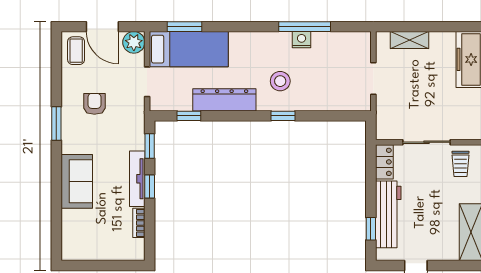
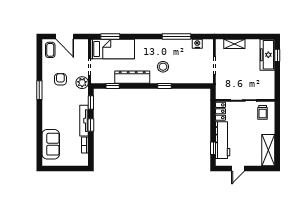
nightstand: (302, 40) -> (197, 44), moved
plant: (134, 42) -> (82, 83), moved
sofa: (77, 181) -> (51, 144), moved

